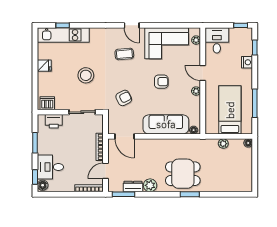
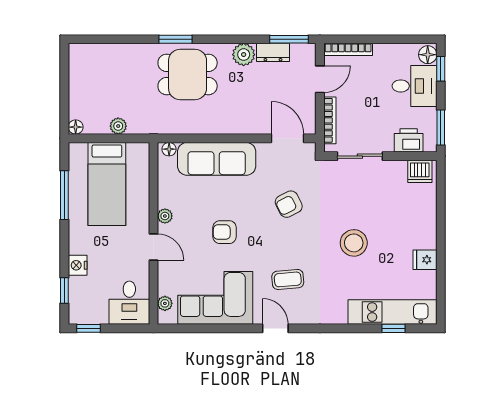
dishwasher: (47, 103) -> (420, 171), moved
wall: (70, 112) -> (380, 156), moved
sliding door: (82, 112) -> (360, 156), moved
printer: (54, 121) -> (409, 140), moved

